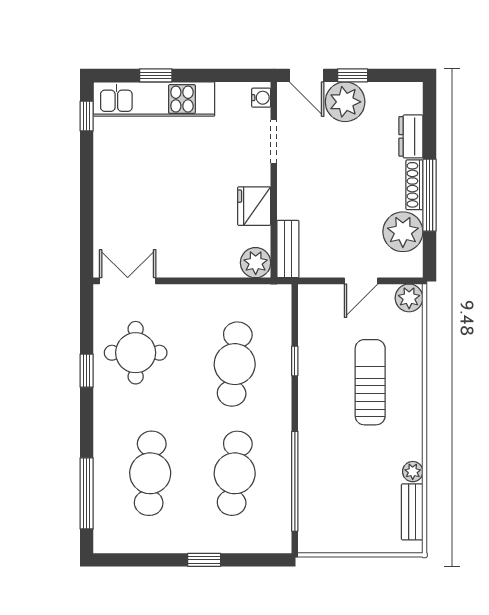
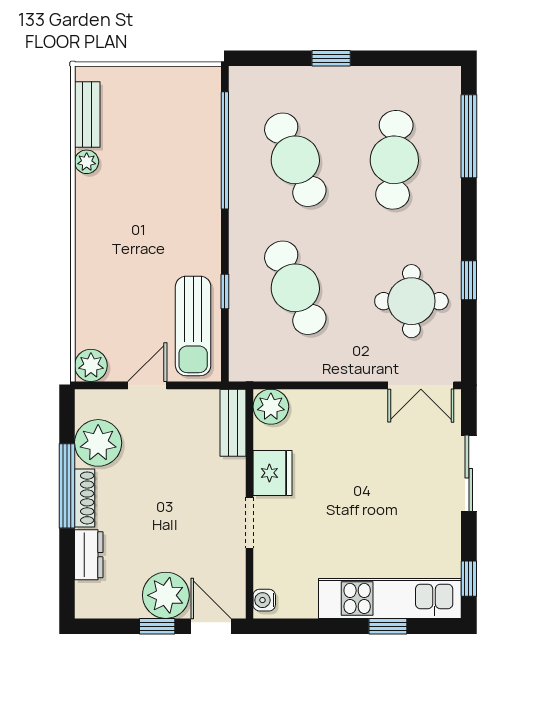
doorway: (274, 141) -> (249, 523), moved
sliding door: (87, 206) -> (469, 473), added
cafe table: (235, 364) -> (295, 288), turned -30
sun lounger: (370, 382) -> (193, 326), moved
cafe table: (235, 473) -> (295, 160), turned -30

